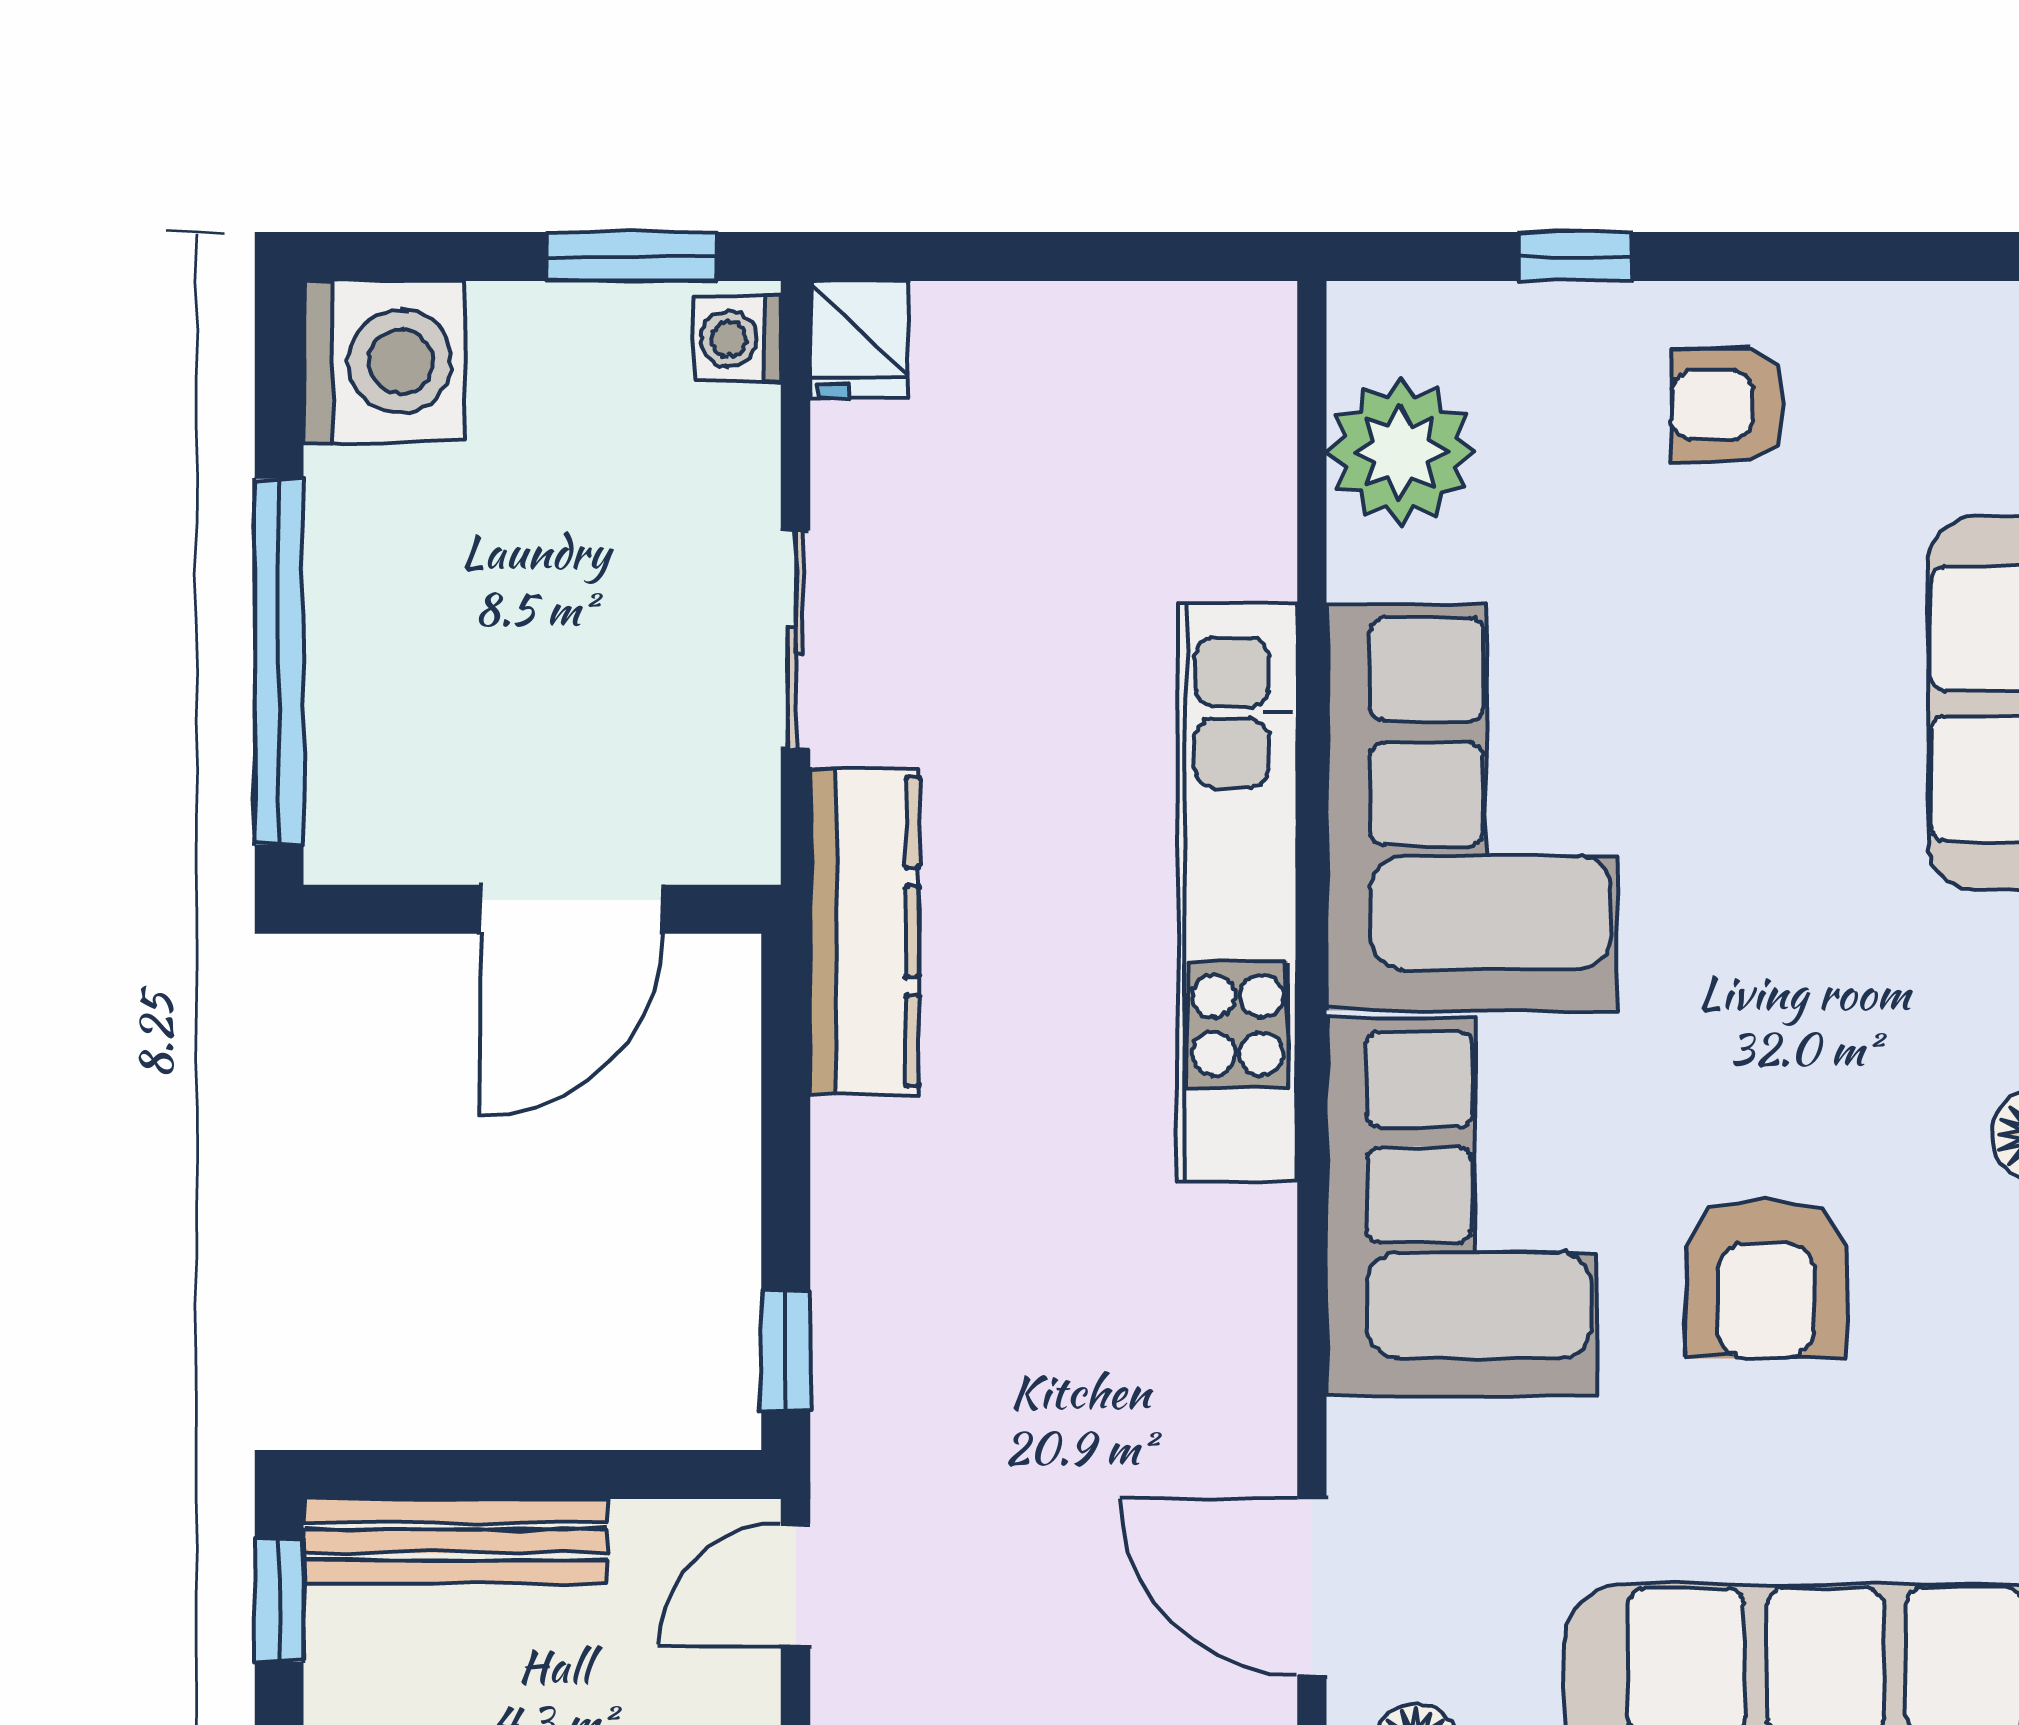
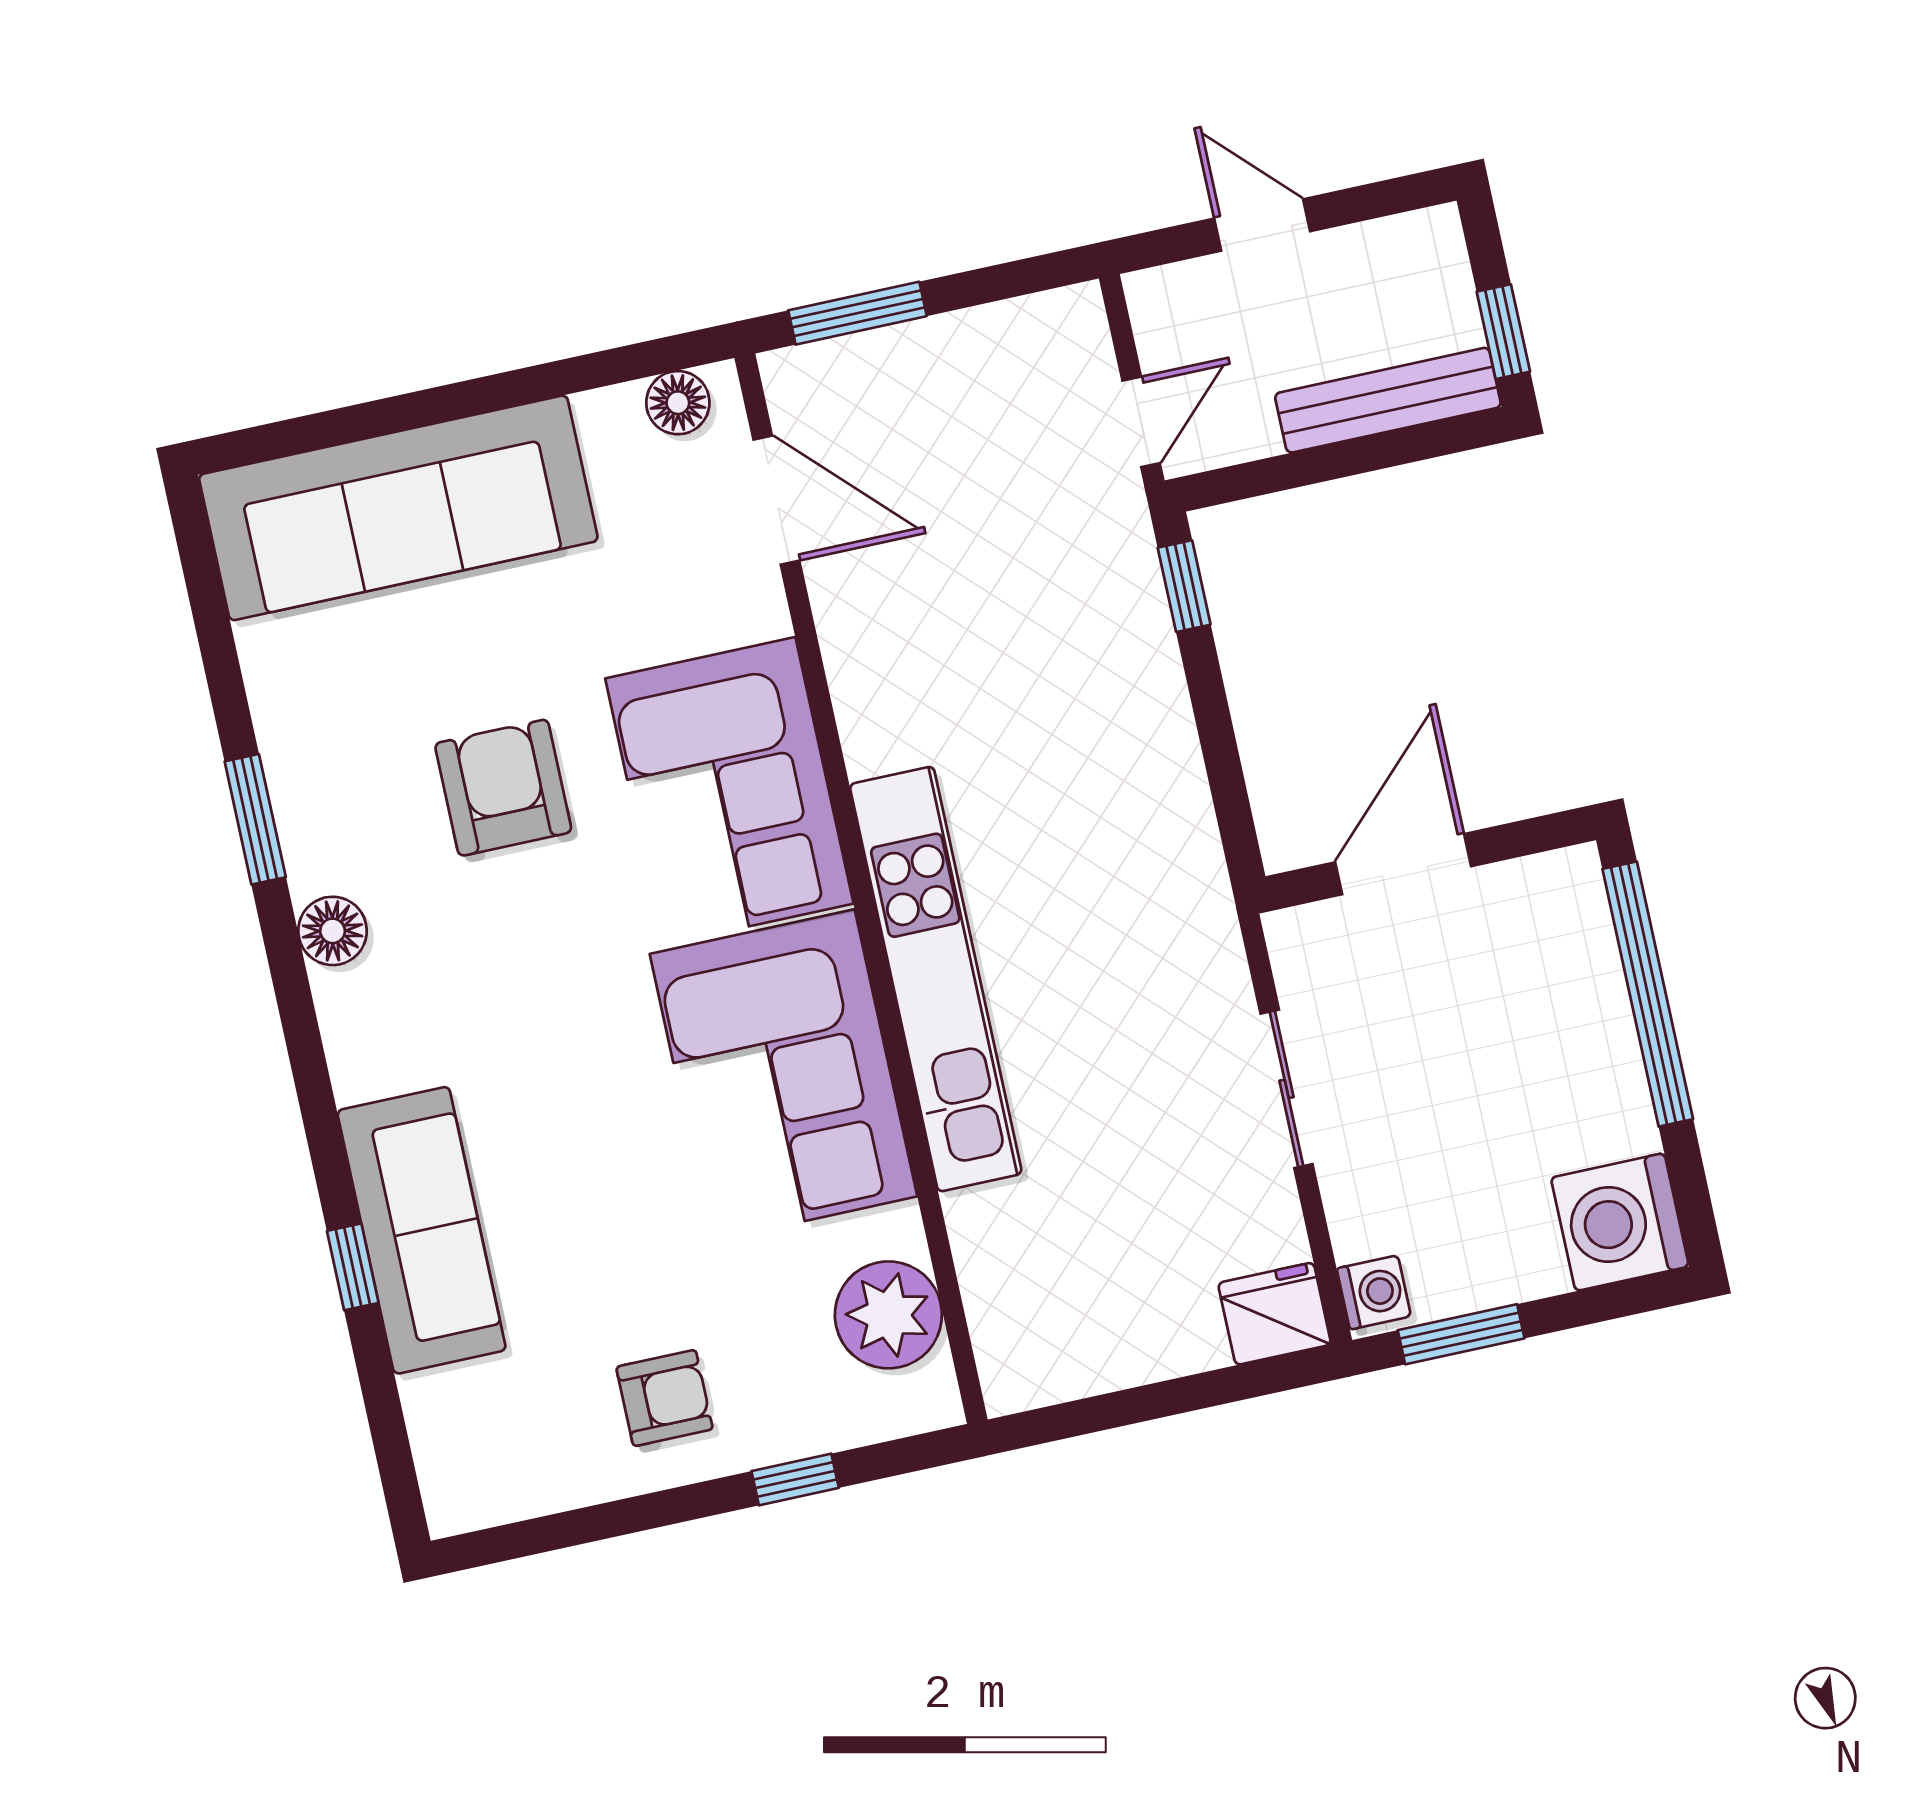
fridge: (859, 339) -> (1275, 1314), width x1.38
kitchen counter: (865, 931) -> (1193, 894), removed

